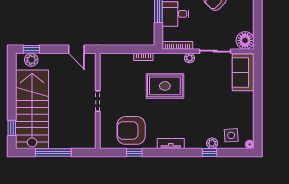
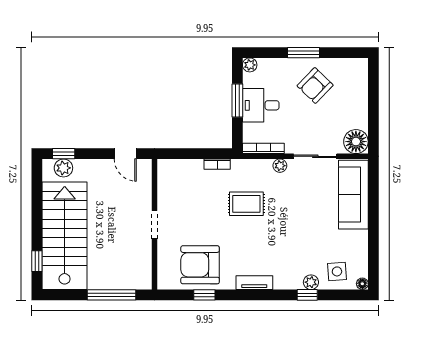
sofa: (243, 72) -> (353, 195), width x1.36
rug: (165, 86) -> (246, 204), width x0.73, depth x0.70
window: (53, 152) -> (111, 295), moved

